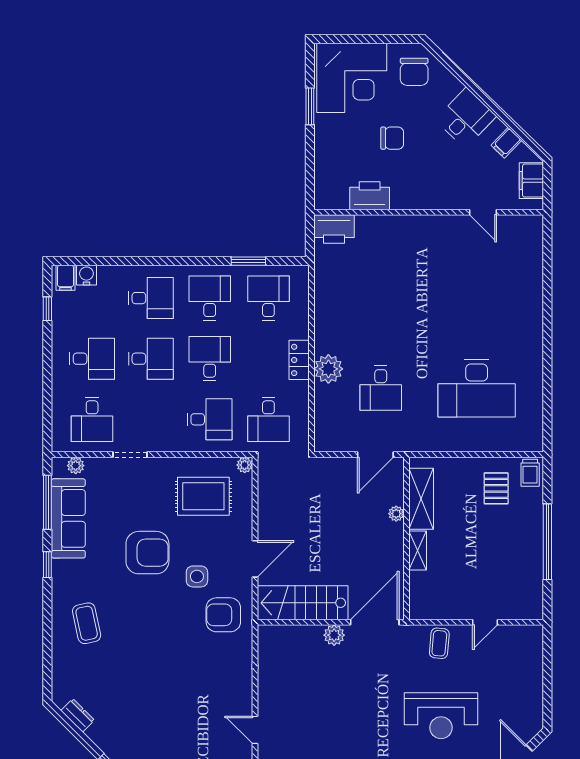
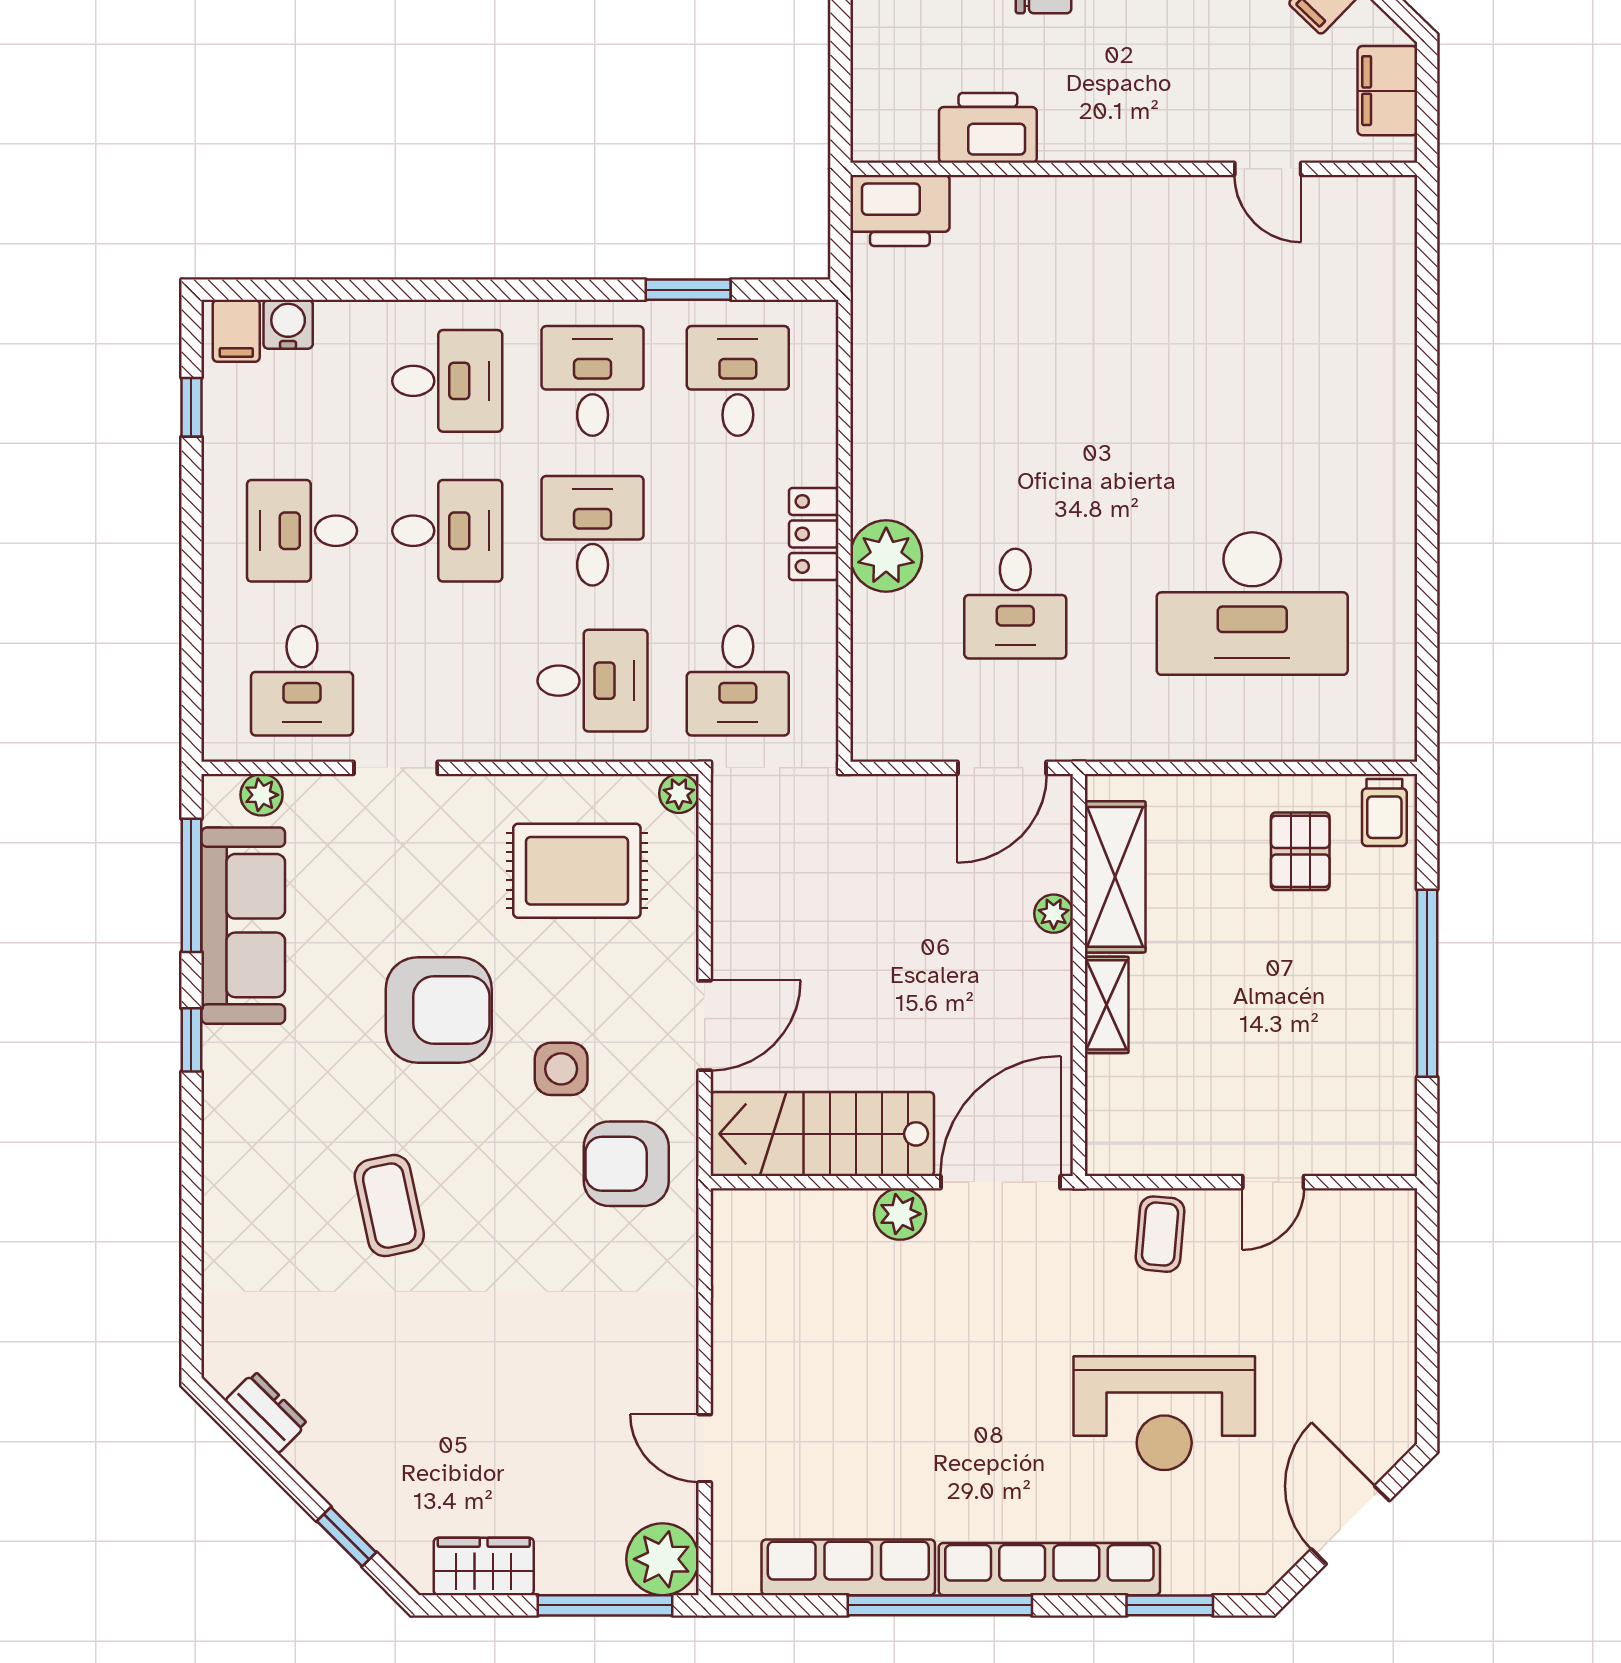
desk: (92, 359) -> (302, 531), turned 180
coffee table: (87, 623) -> (389, 1206), moved

